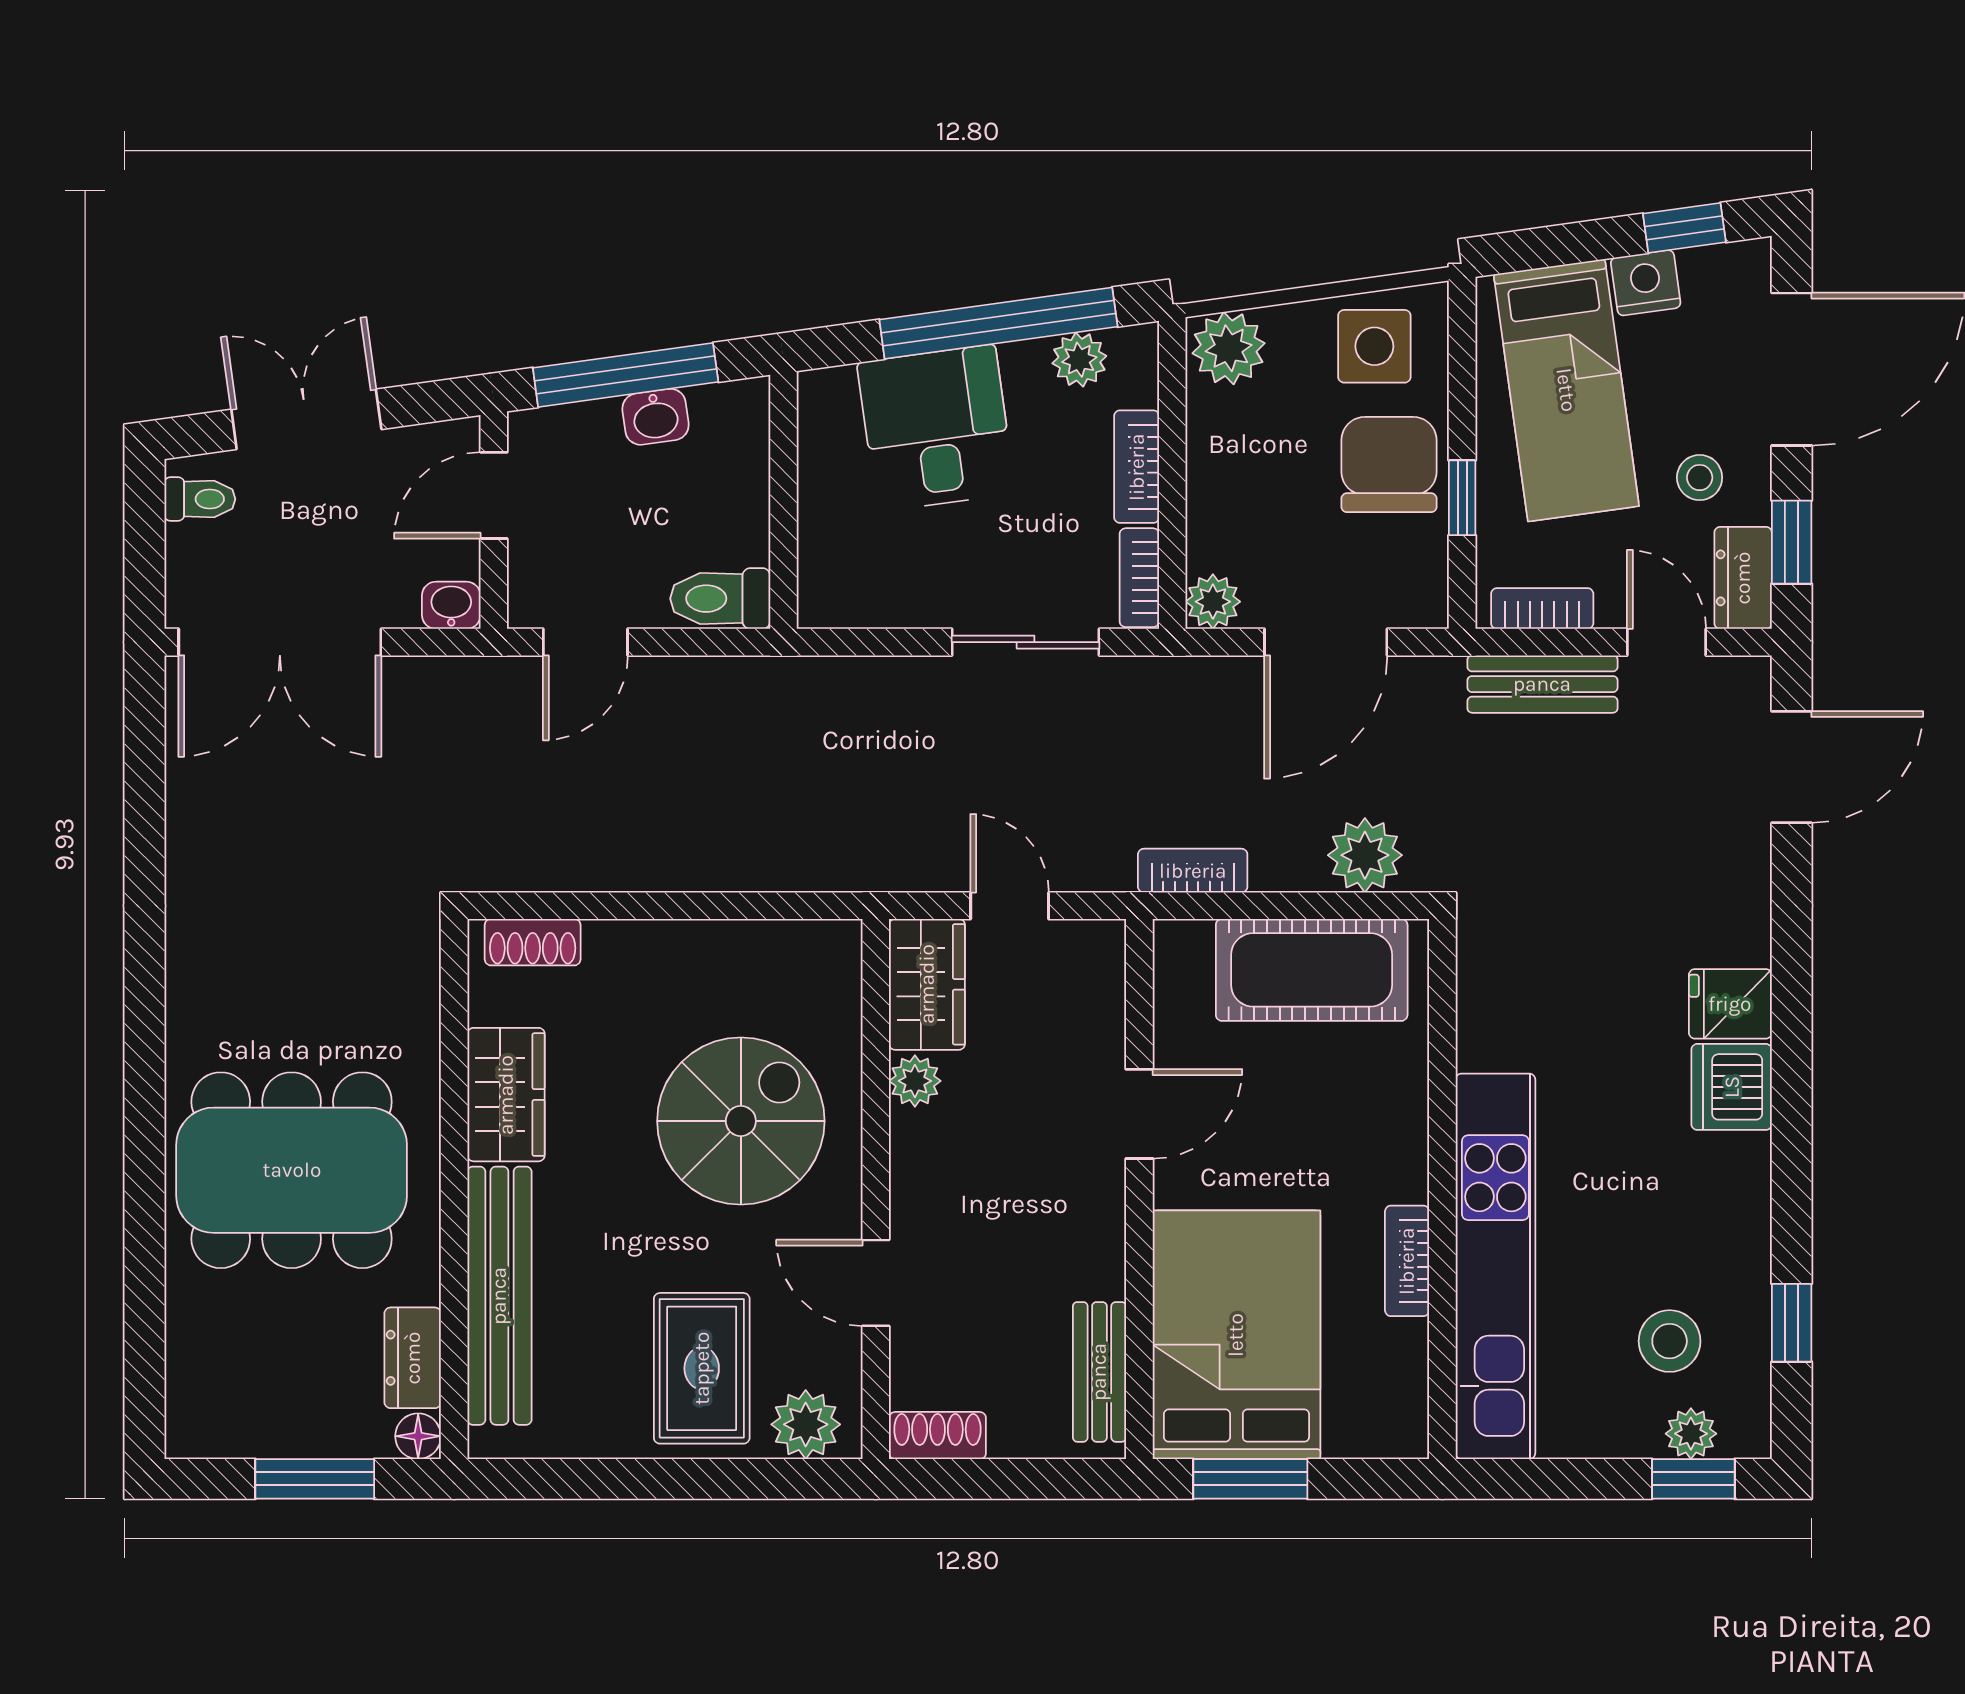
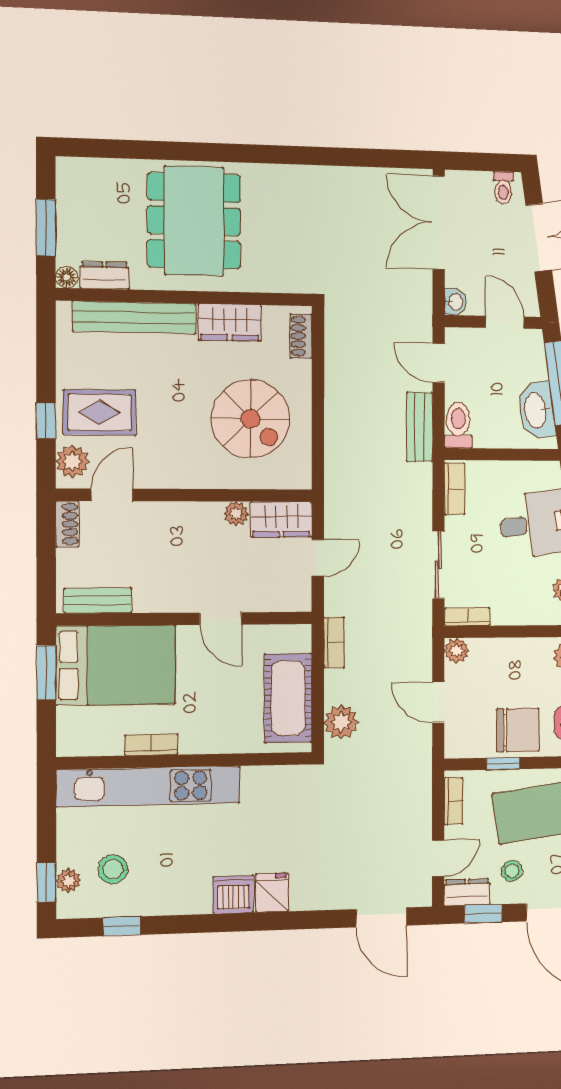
washbasin: (655, 417) -> (536, 410), width x1.91, depth x1.45
bookcase: (1137, 467) -> (455, 489), moved, turned 90
door: (1326, 642) -> (438, 702), width x0.73
bench: (1542, 684) -> (420, 427), moved
spiral stairs: (741, 1121) -> (251, 419), moved
door: (876, 1283) -> (112, 495), moved
window: (721, 1479) -> (46, 421), added

